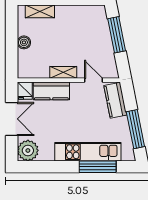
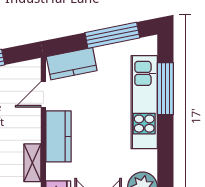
shelving: (63, 72) -> (32, 163), moved
kitchen counter: (51, 91) -> (58, 136), moved

